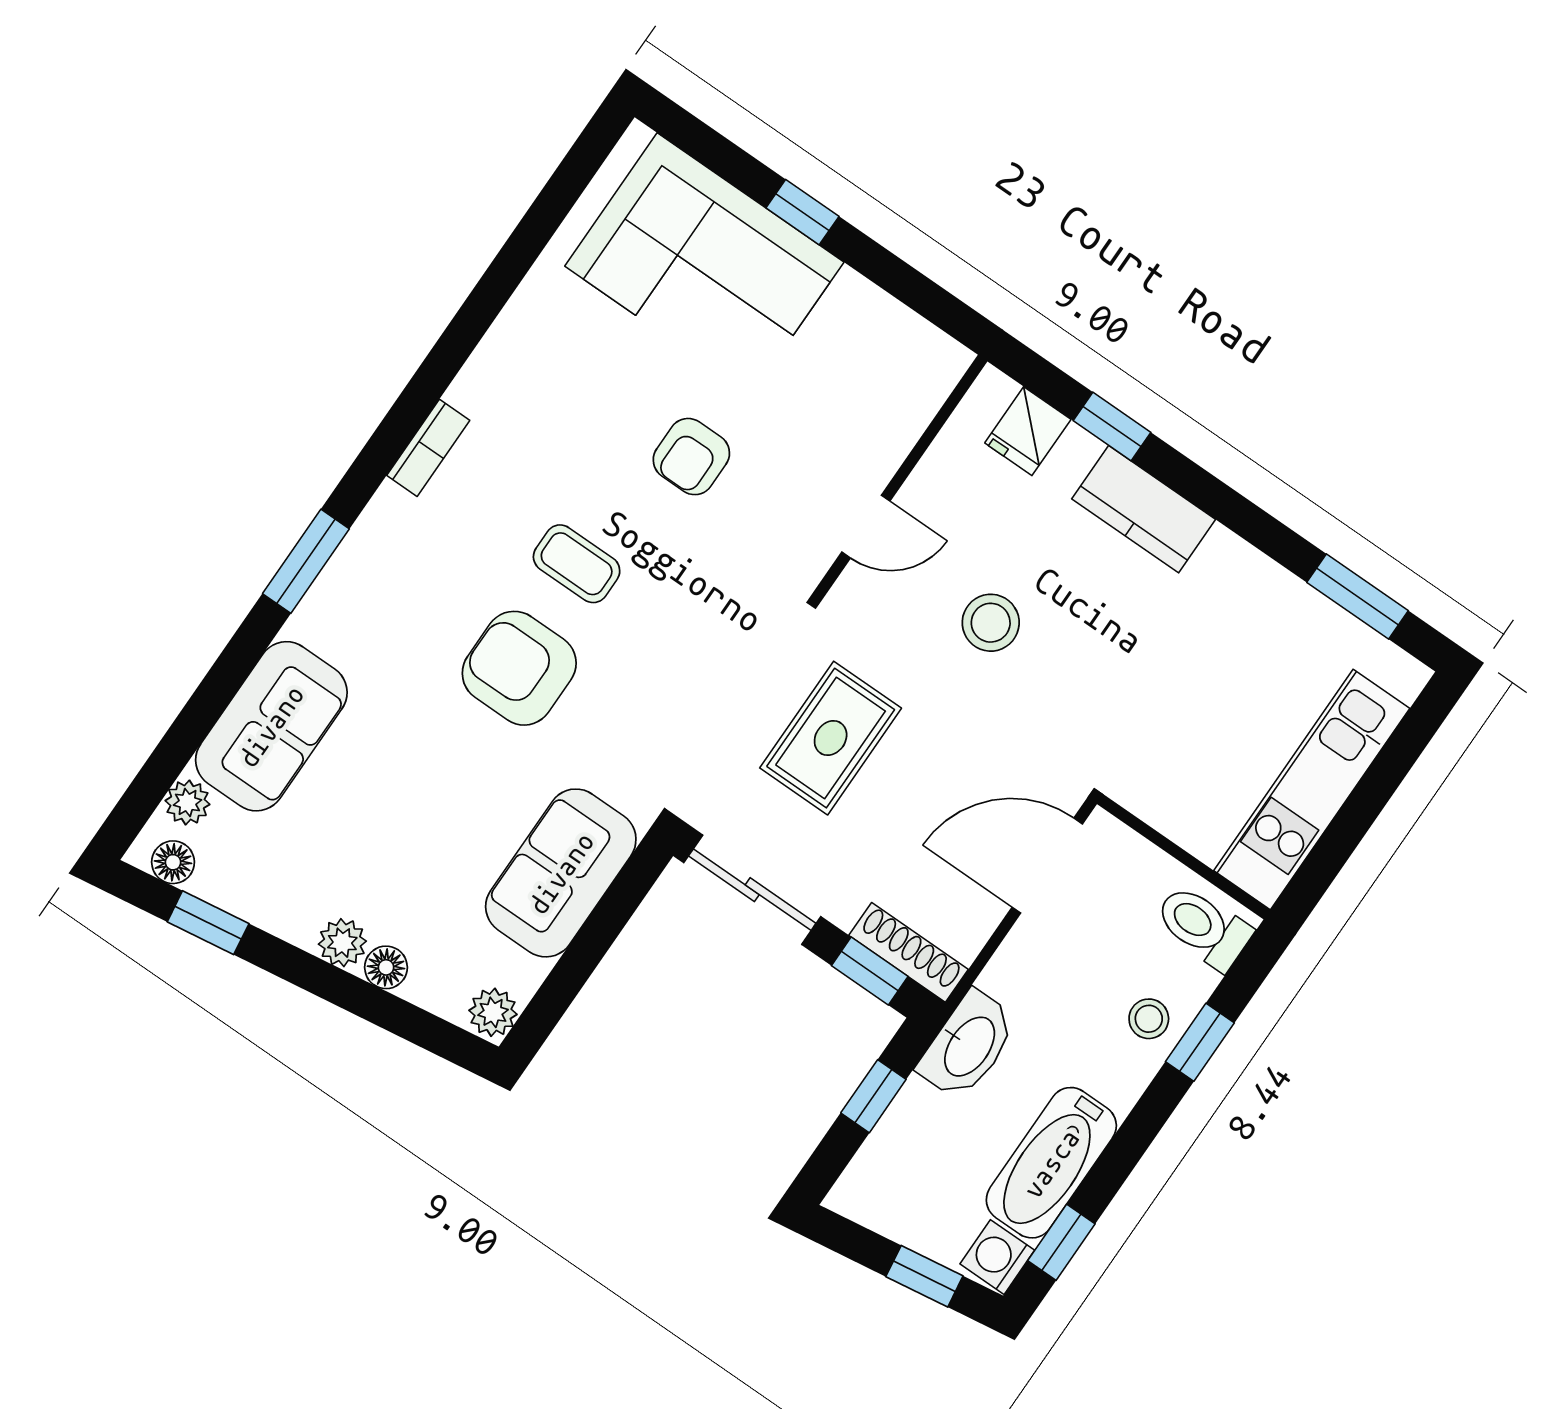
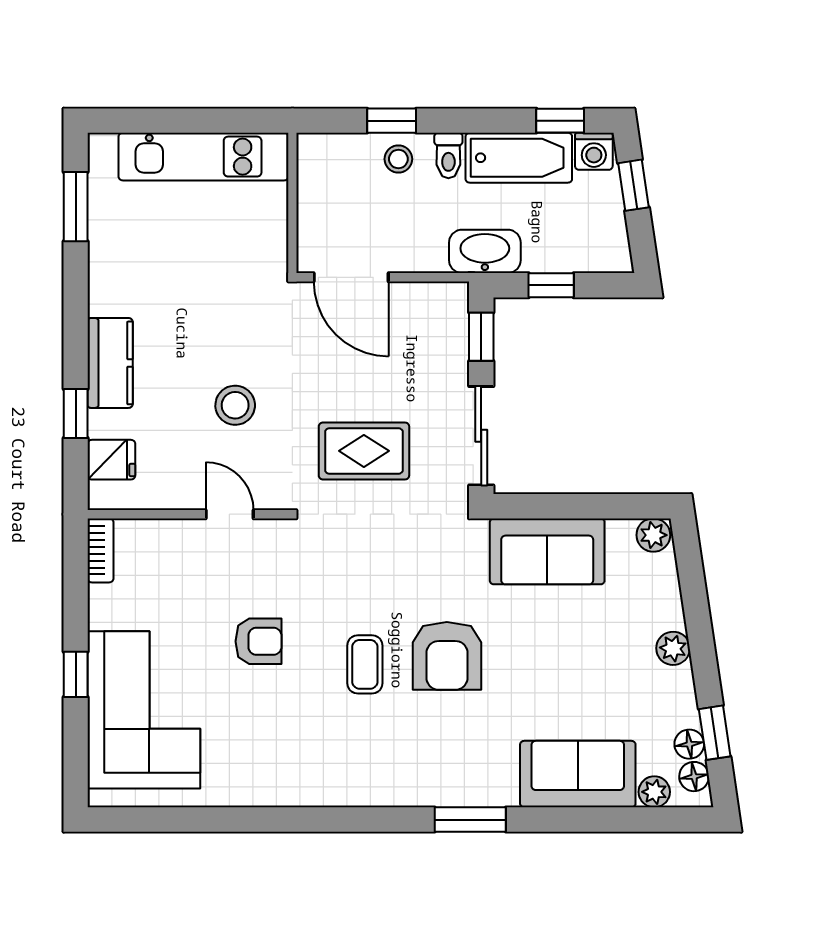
bookcase: (428, 448) -> (100, 550), moved, turned 90
toilet: (1203, 927) -> (448, 155), moved, width x0.73, depth x0.72
shoe rack: (909, 952) -> (455, 322), removed
floor lamp: (386, 967) -> (689, 744), moved

